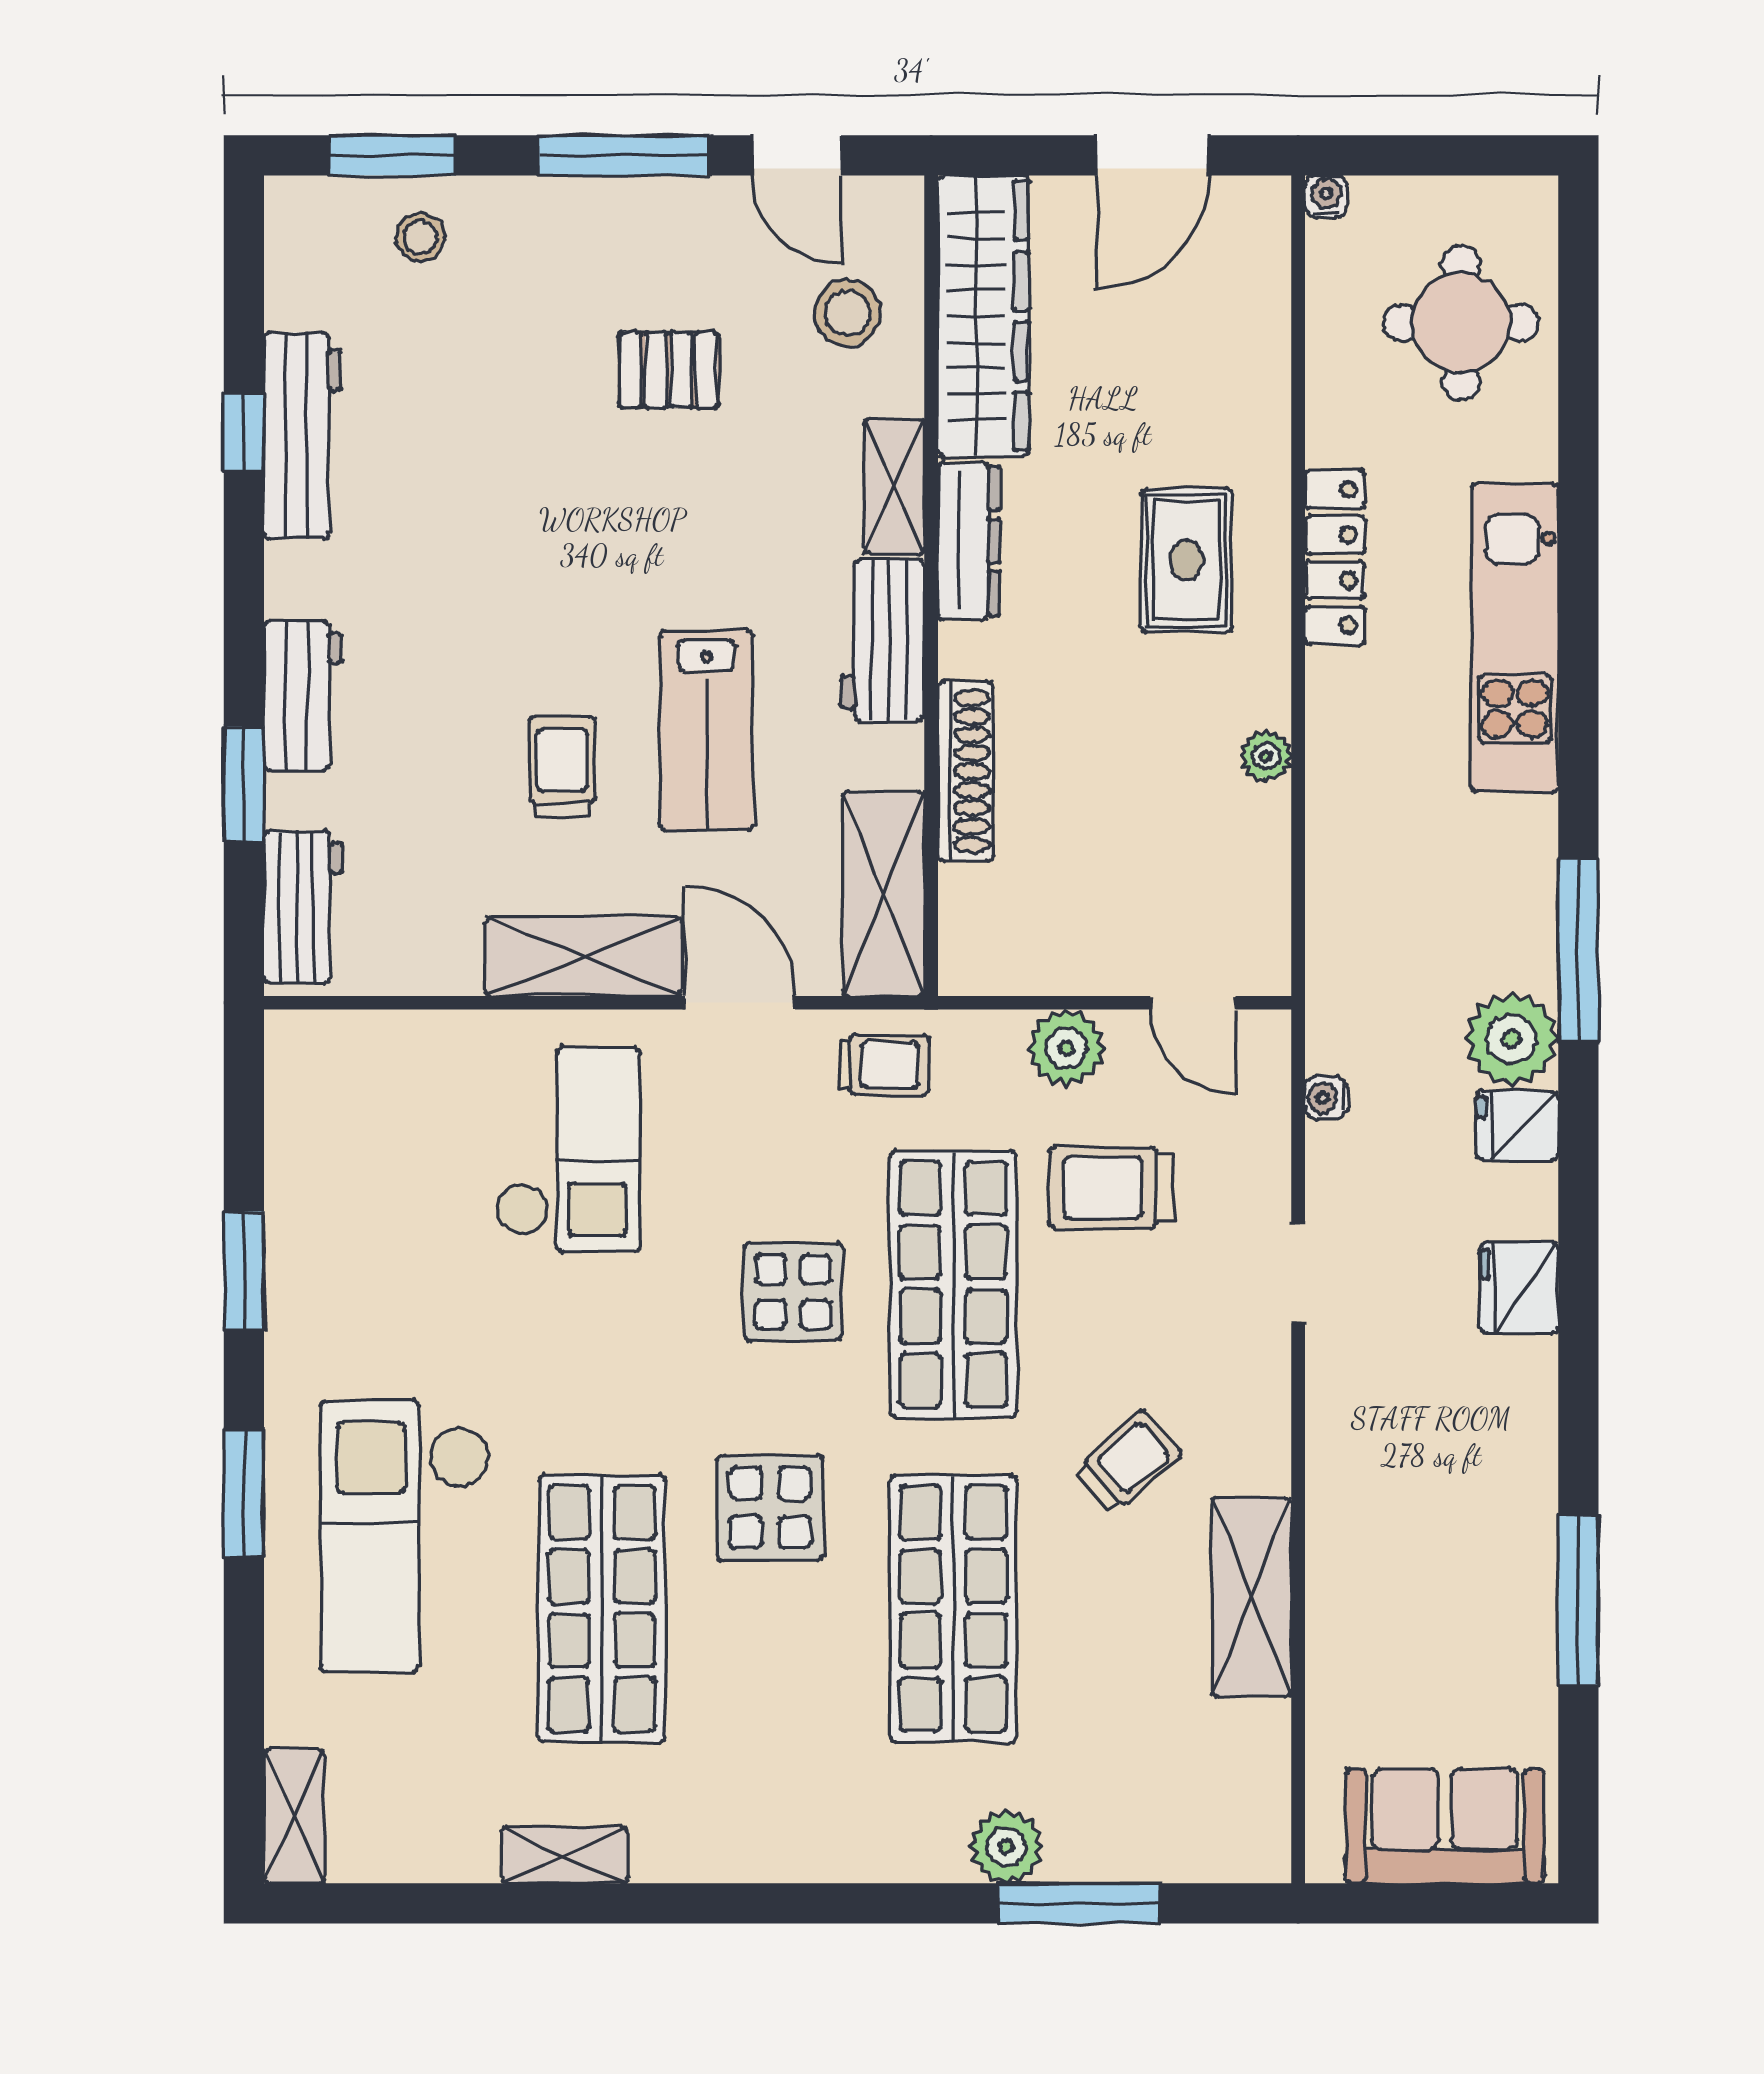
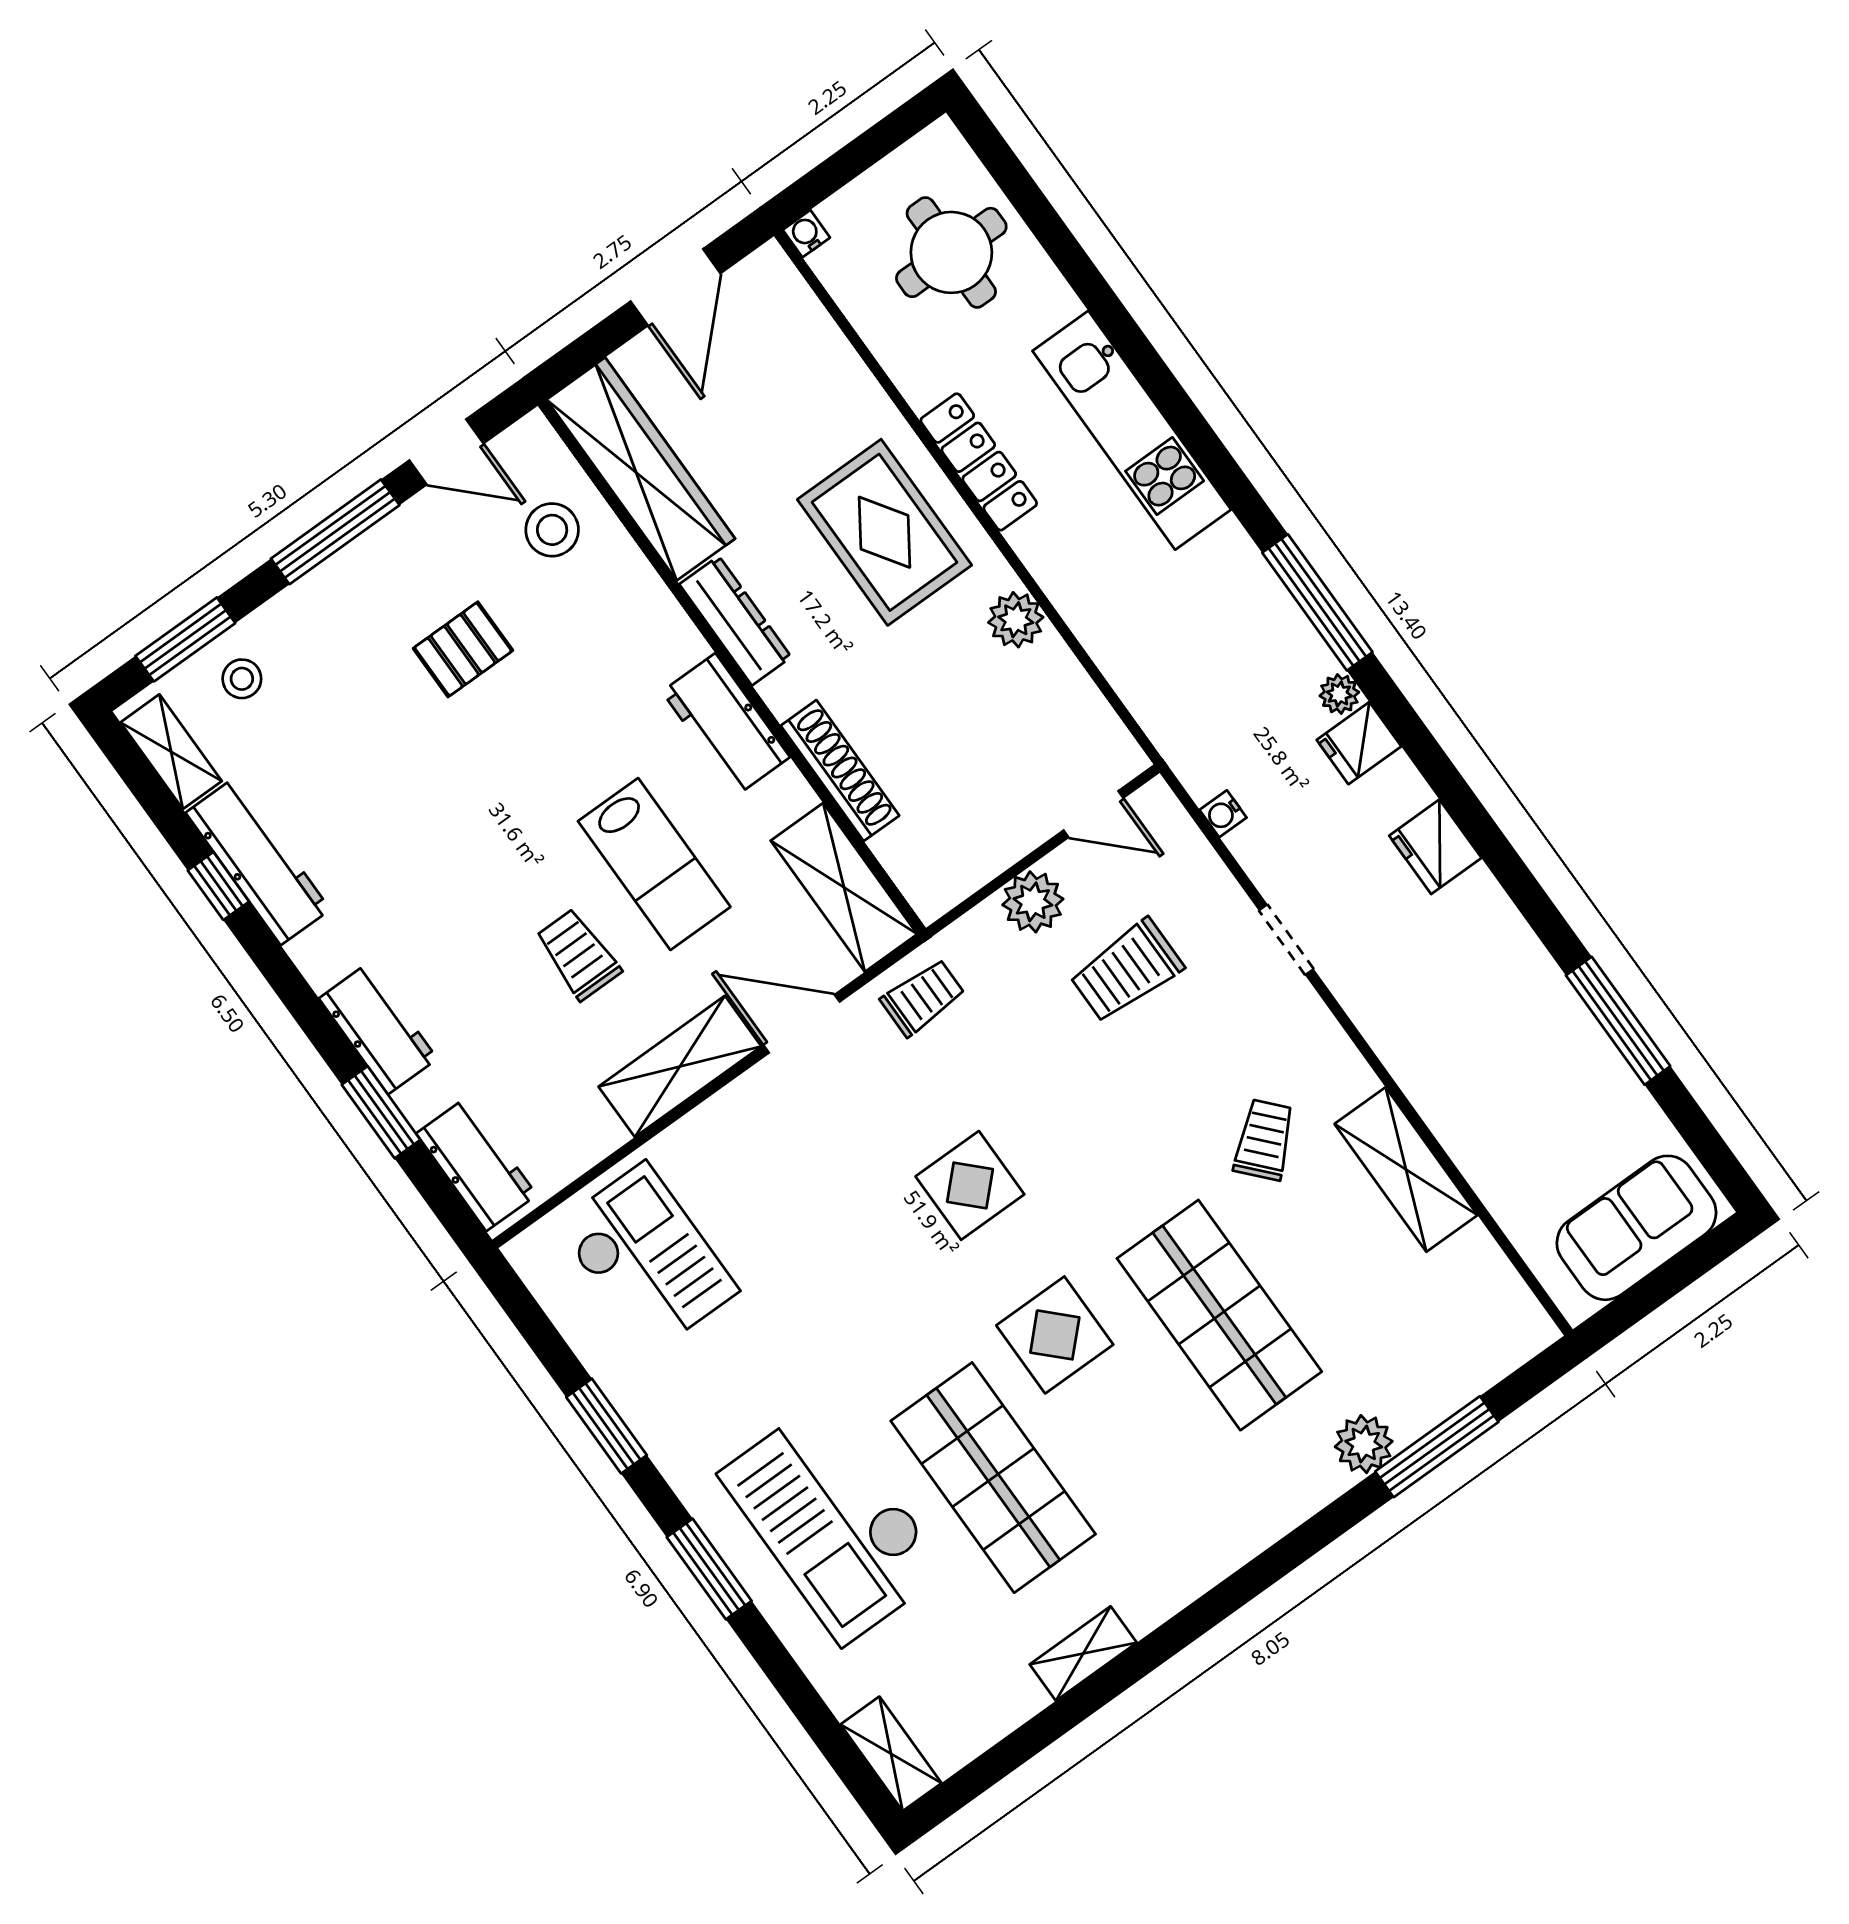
shelving: (894, 486) -> (171, 752), moved
rug: (1186, 560) -> (884, 532), width x1.36, depth x1.43
plant: (1266, 756) -> (1016, 620), width x1.38, depth x1.38
plant: (1512, 1039) -> (1339, 694), width x0.53, depth x0.53
checkout: (568, 1150) -> (647, 1258), moved
shop shelf: (953, 1284) -> (1069, 1106), removed

